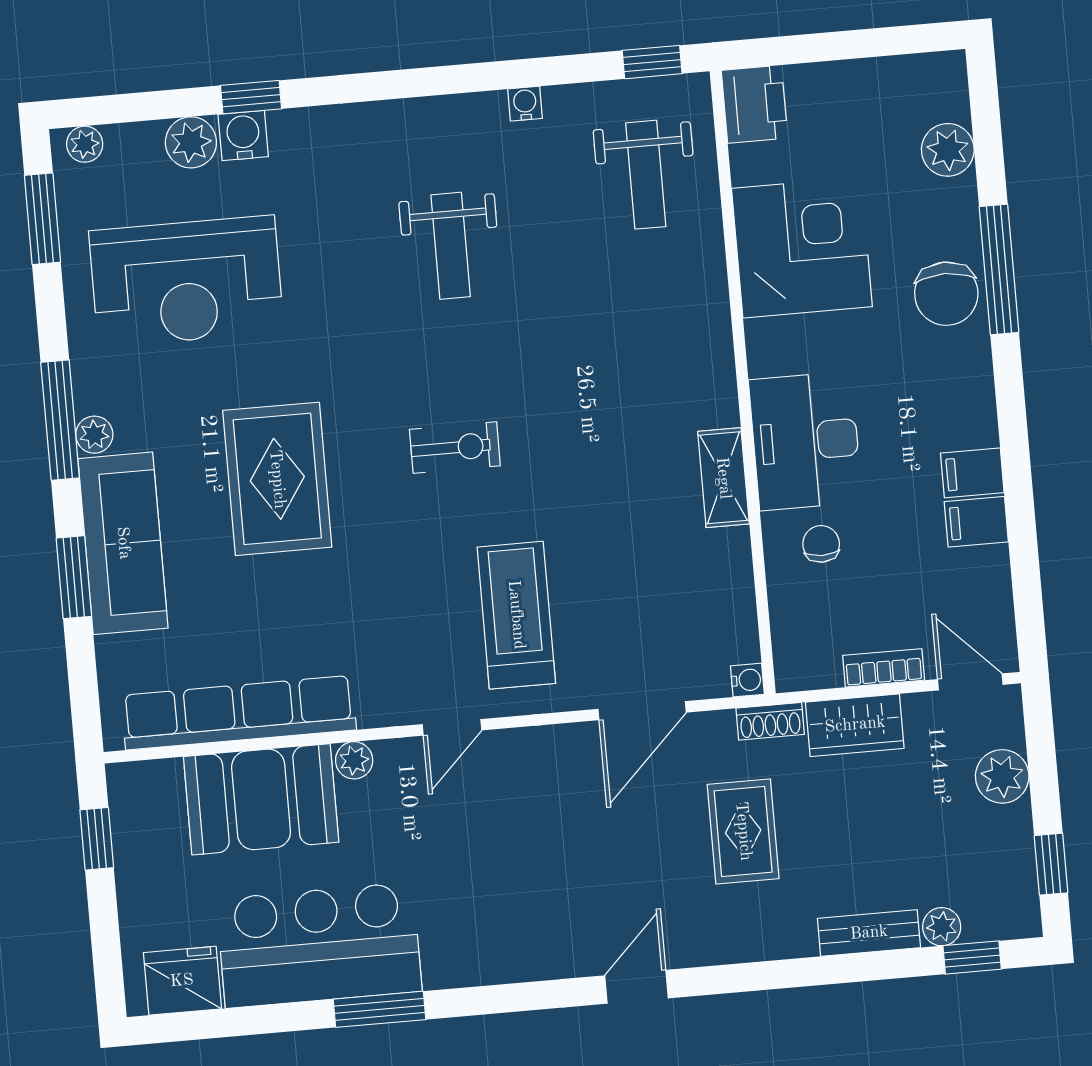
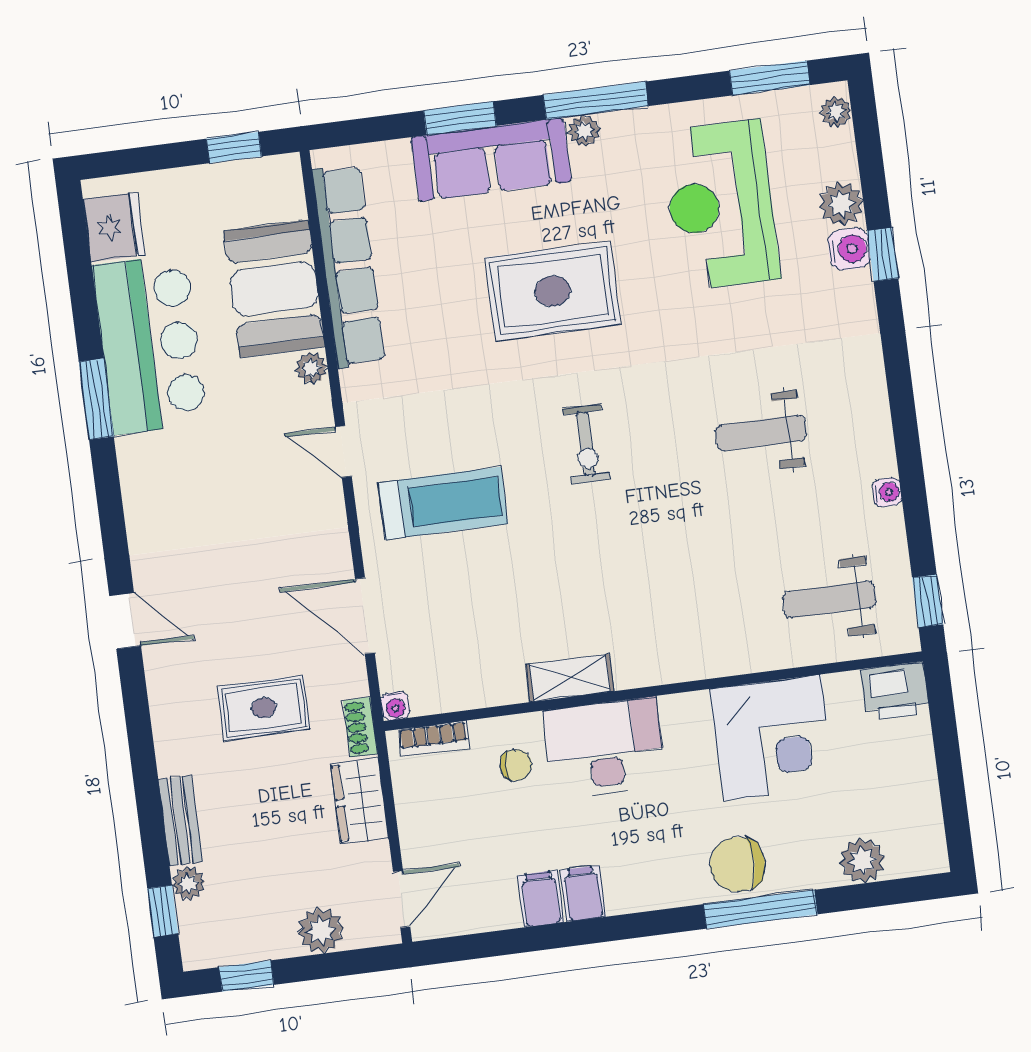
bookcase: (884, 668) -> (434, 739), moved, turned 90

